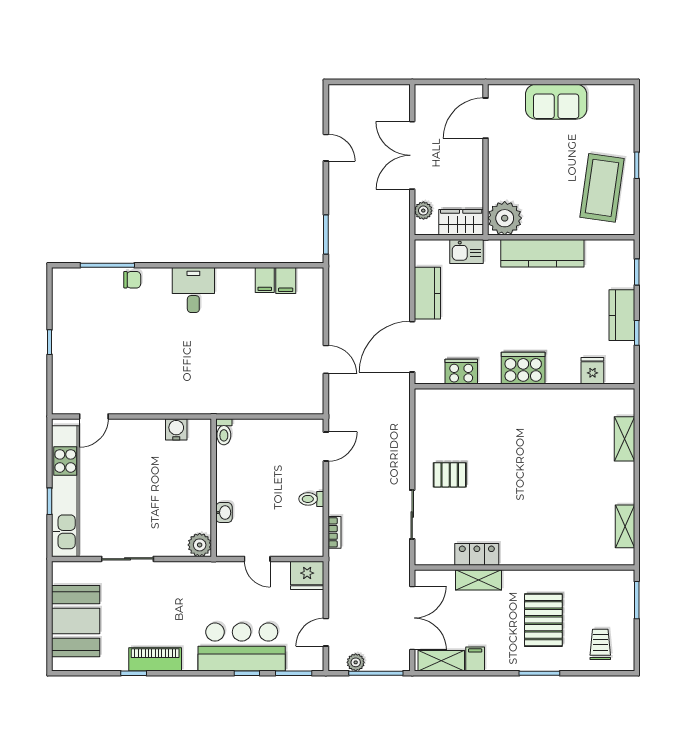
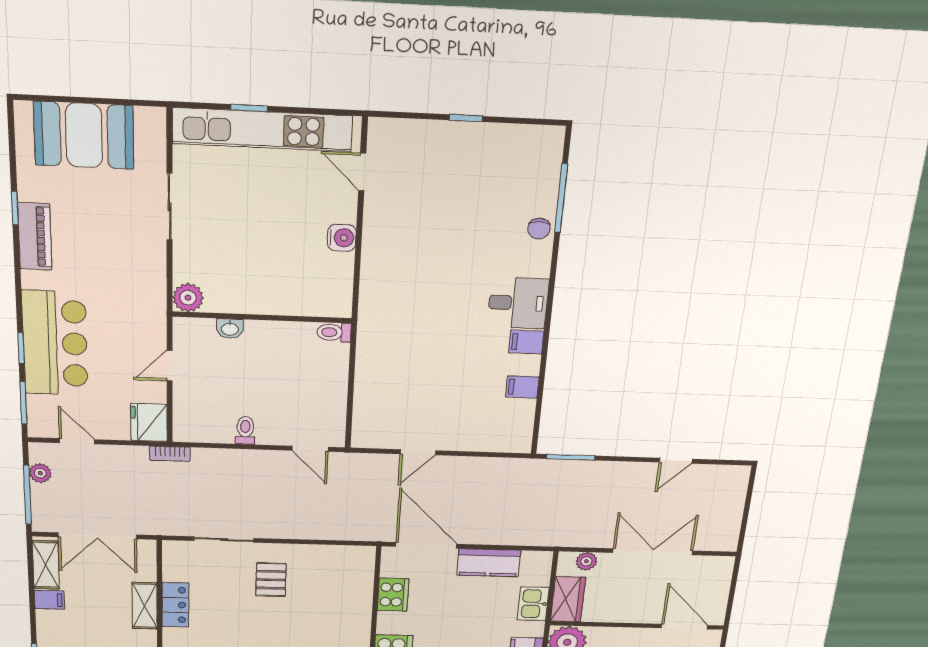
filing cabinet: (286, 281) -> (526, 342), moved
water cooler: (176, 429) -> (342, 238), moved
bookcase: (334, 532) -> (170, 454), moved

